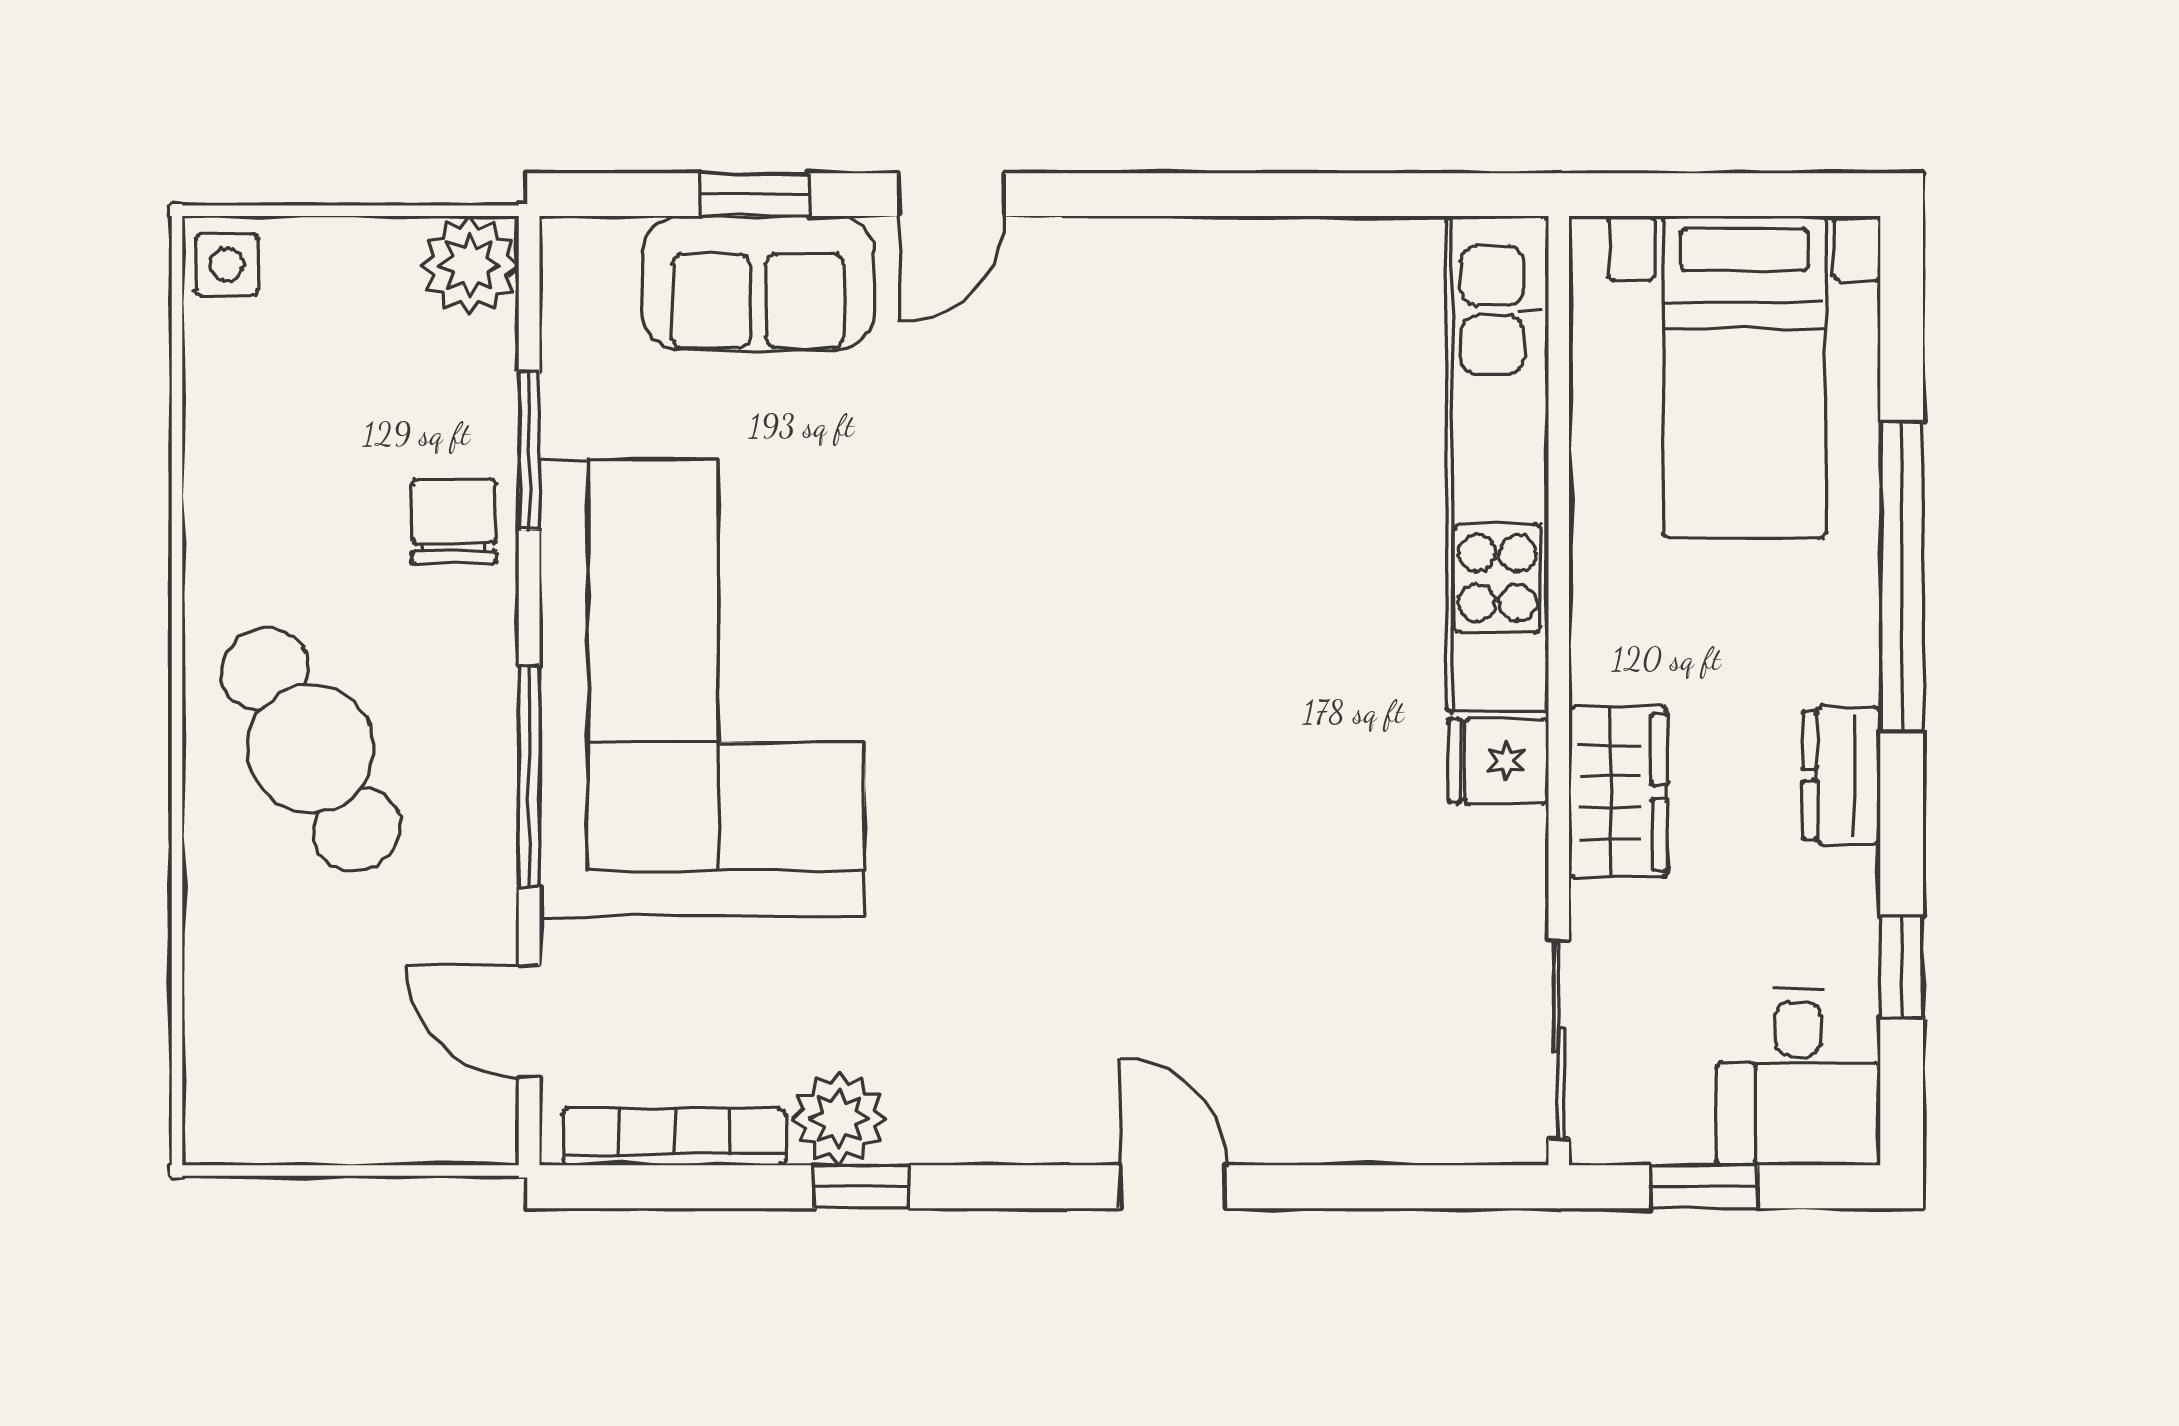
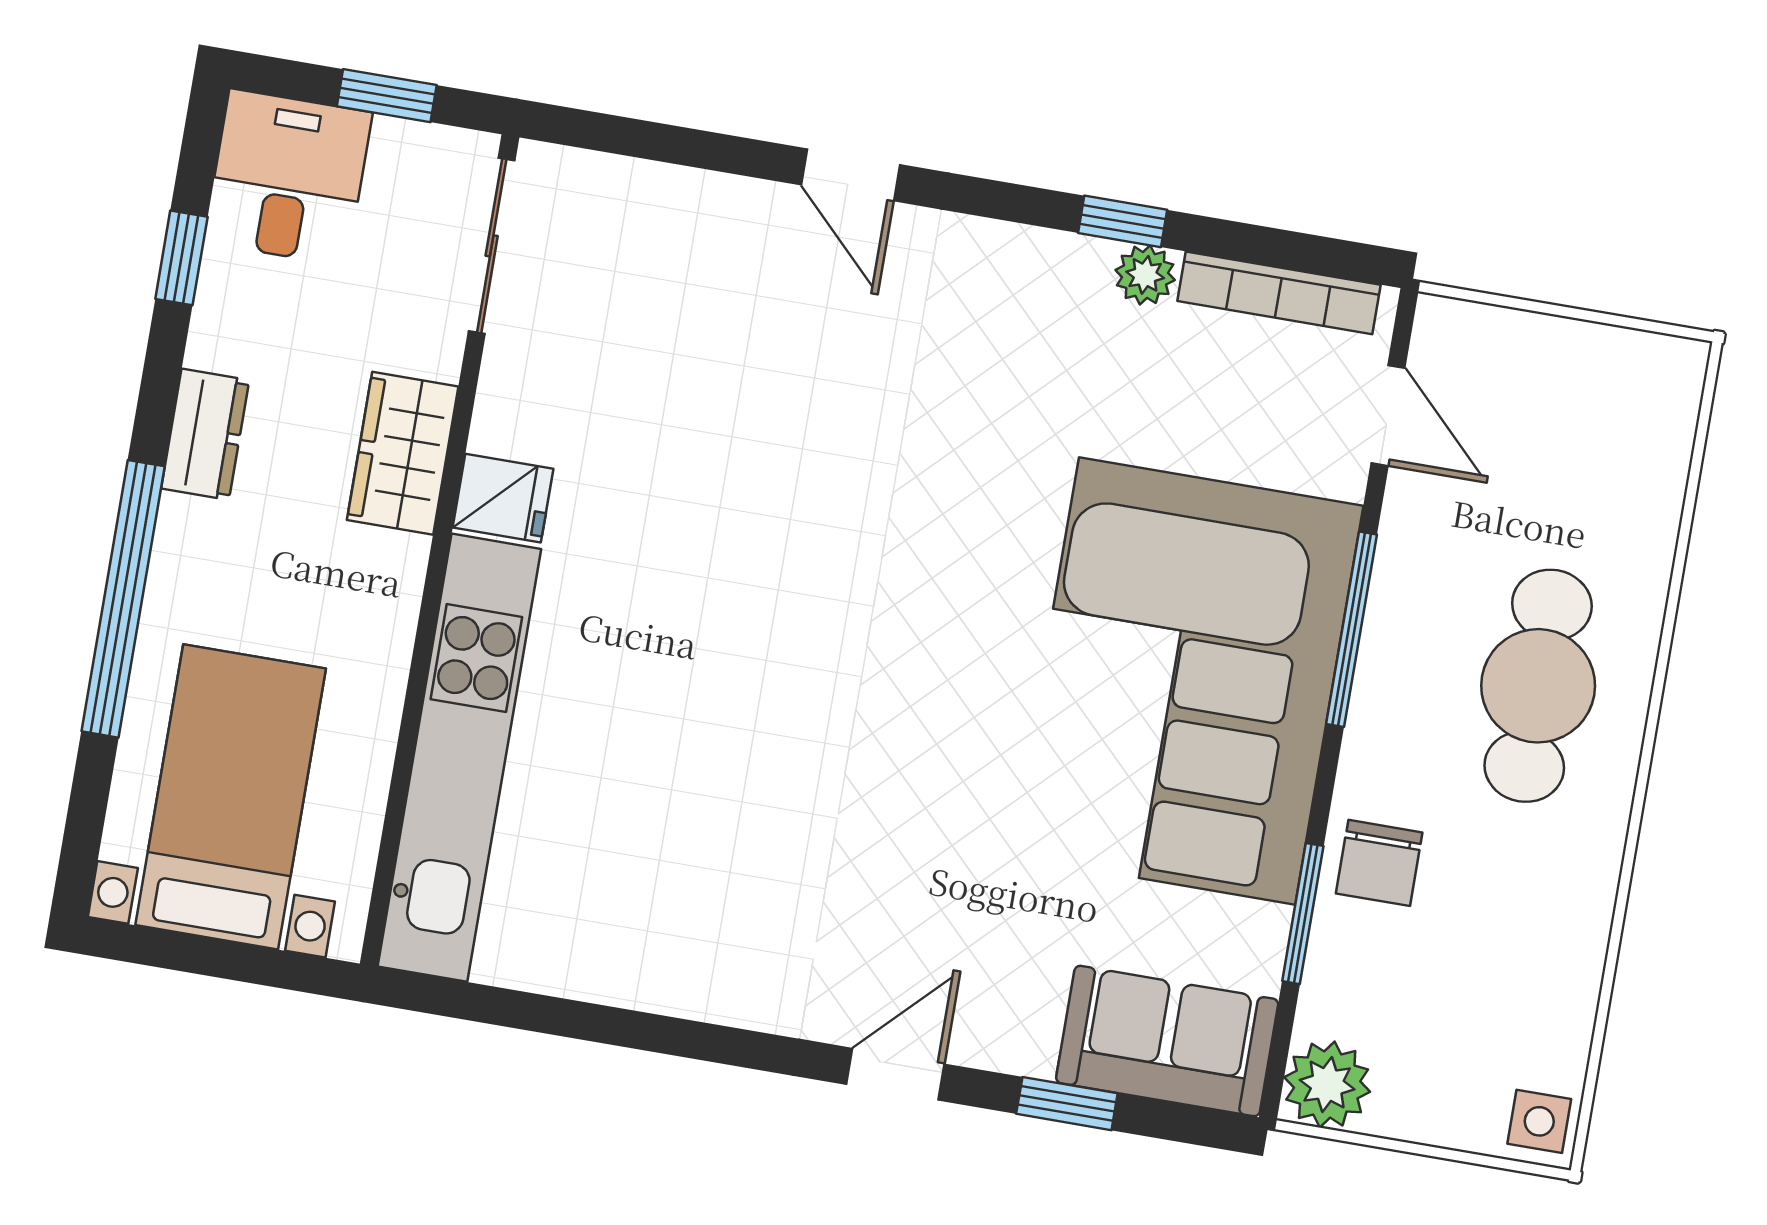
sofa: (758, 283) -> (1167, 1041), moved
cafe table: (311, 749) -> (1538, 686), turned 30
plant: (839, 1119) -> (1145, 275), width x0.73, depth x0.73

